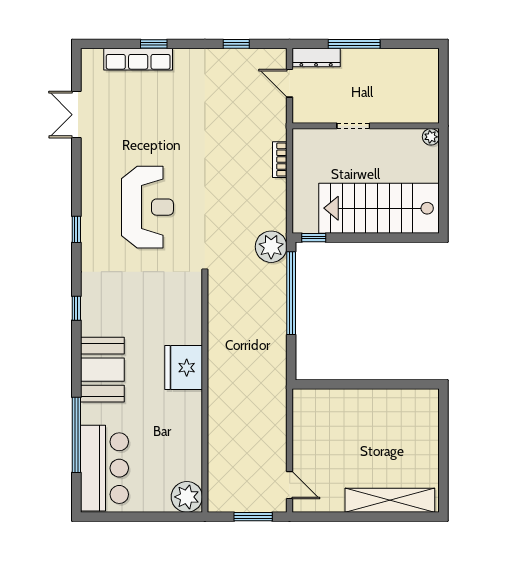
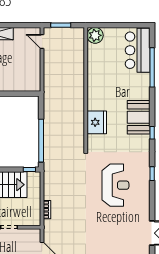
reception desk: (147, 207) -> (115, 185), turned 180
plant: (271, 247) -> (51, 165), removed
fridge: (184, 368) -> (97, 122), moved
booth: (102, 370) -> (139, 117), moved

